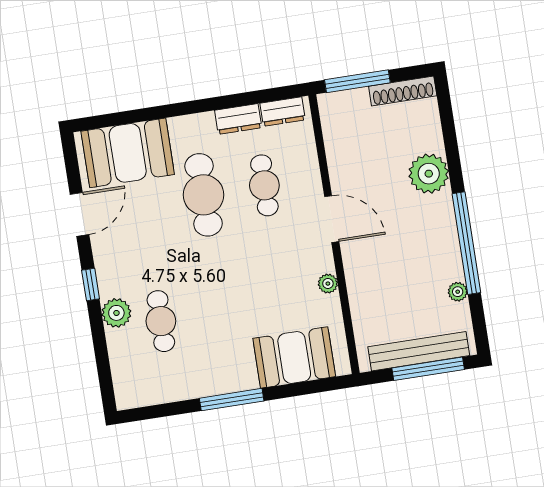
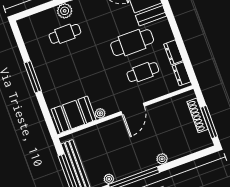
window: (357, 81) -> (209, 122), moved
shoe rack: (403, 91) -> (198, 115), moved
plant: (429, 174) -> (162, 159), width x0.53, depth x0.53
booth: (294, 357) -> (74, 115), moved, turned 90

